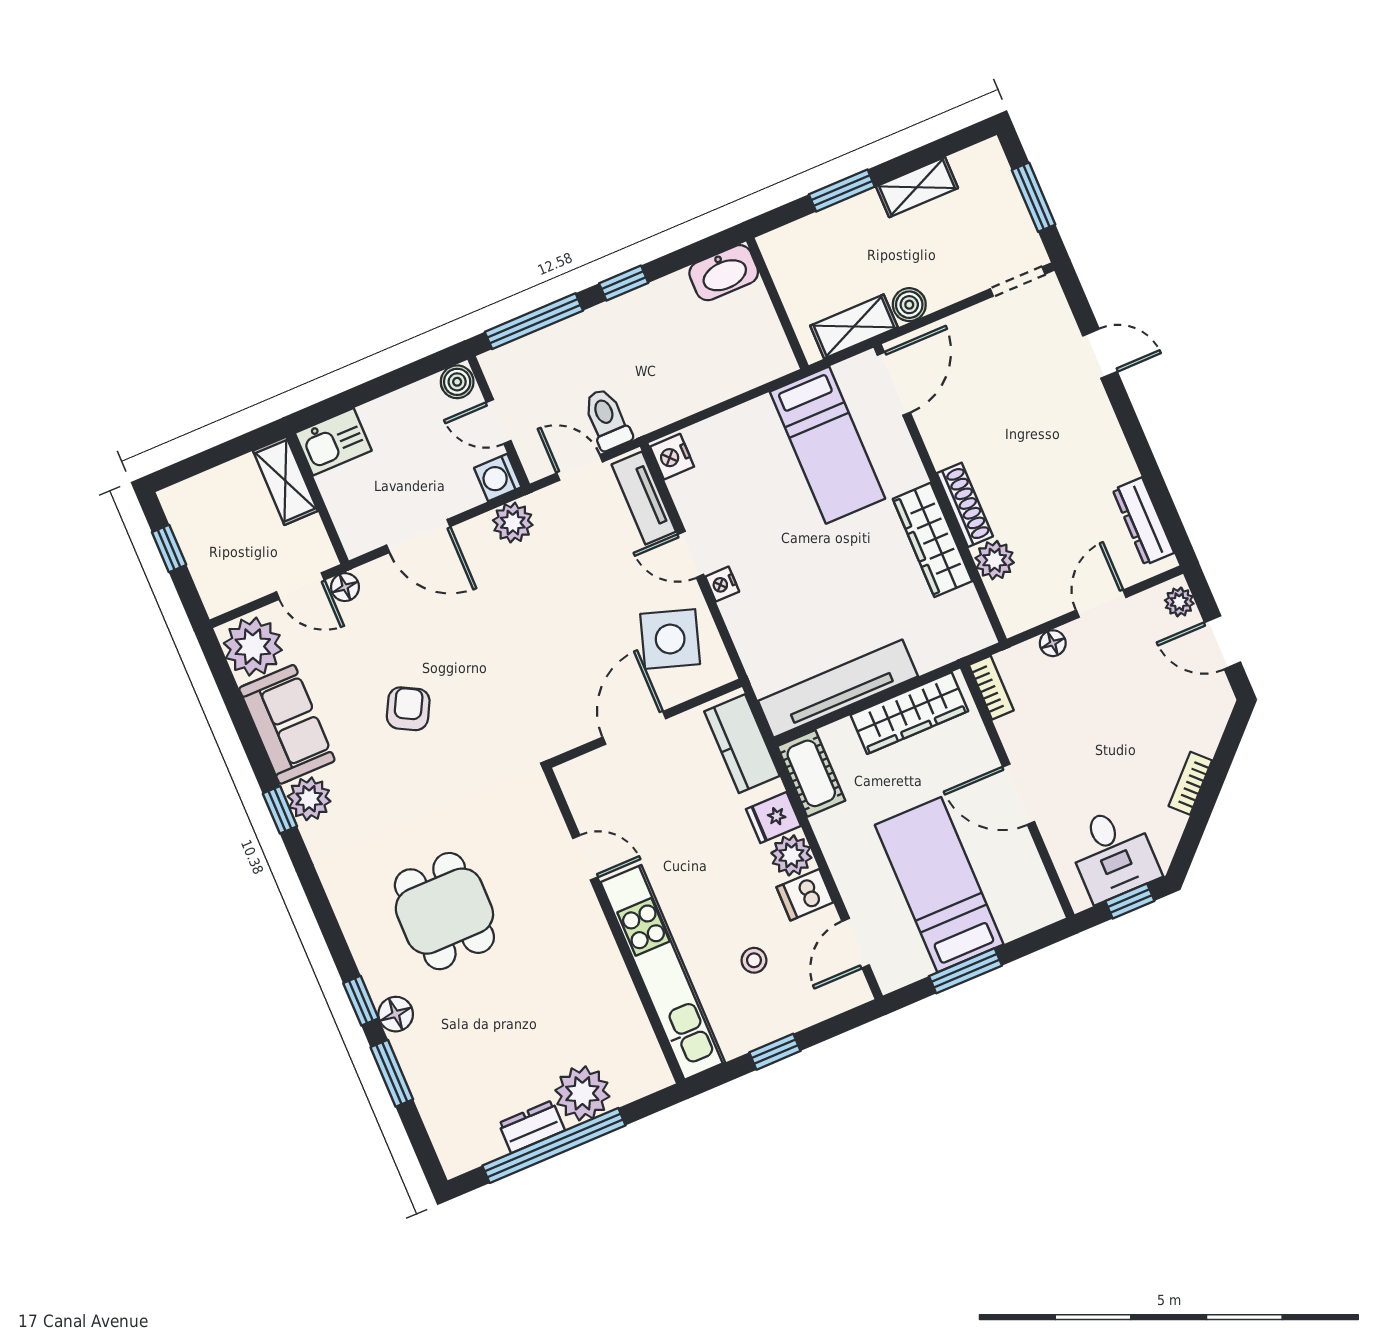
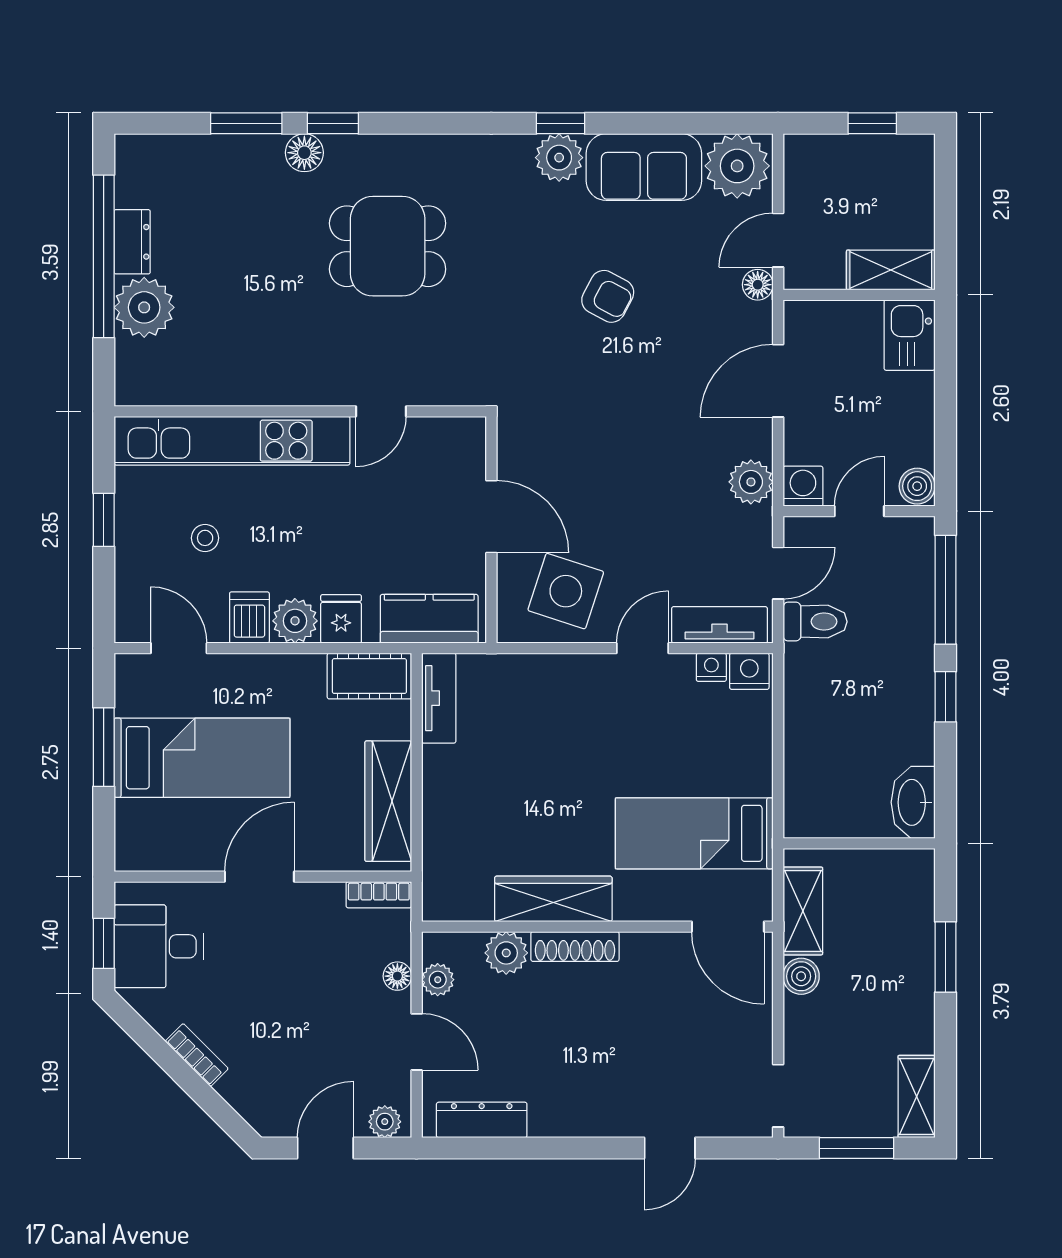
shelving: (917, 187) -> (917, 1096), moved
nightstand: (722, 584) -> (711, 667), moved
plant: (1041, 608) -> (438, 980), added
tv unit: (838, 689) -> (439, 698), width x0.52, depth x0.78

